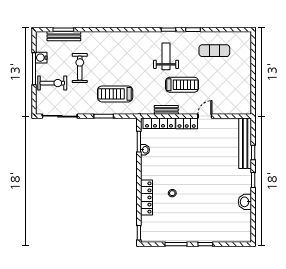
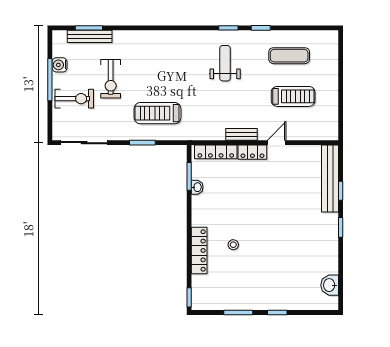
exercise bike: (80, 68) -> (111, 79), turned 180
treadmill: (182, 85) -> (293, 96), moved
bench: (166, 110) -> (241, 134), moved
washbasin: (245, 202) -> (330, 285), moved

